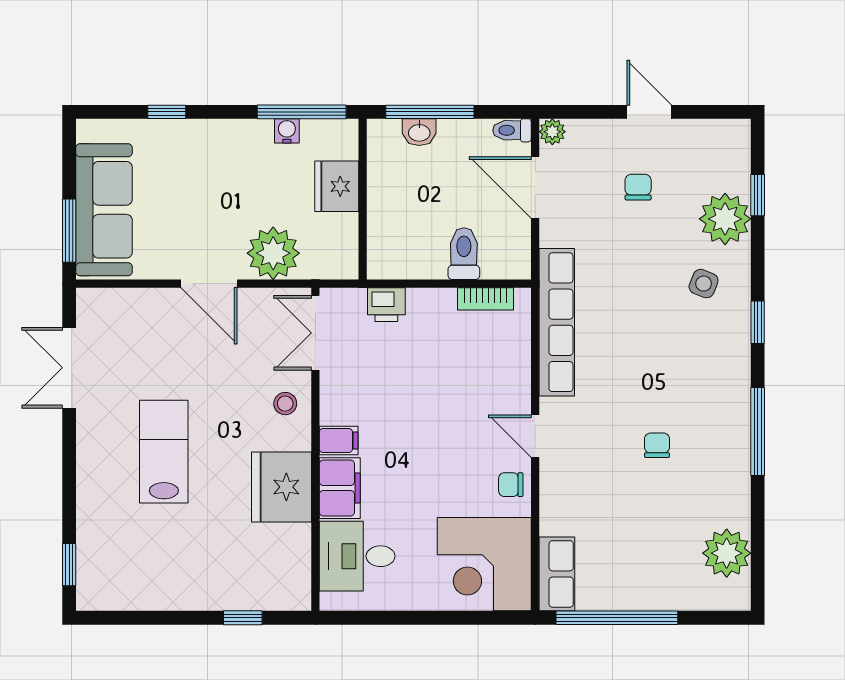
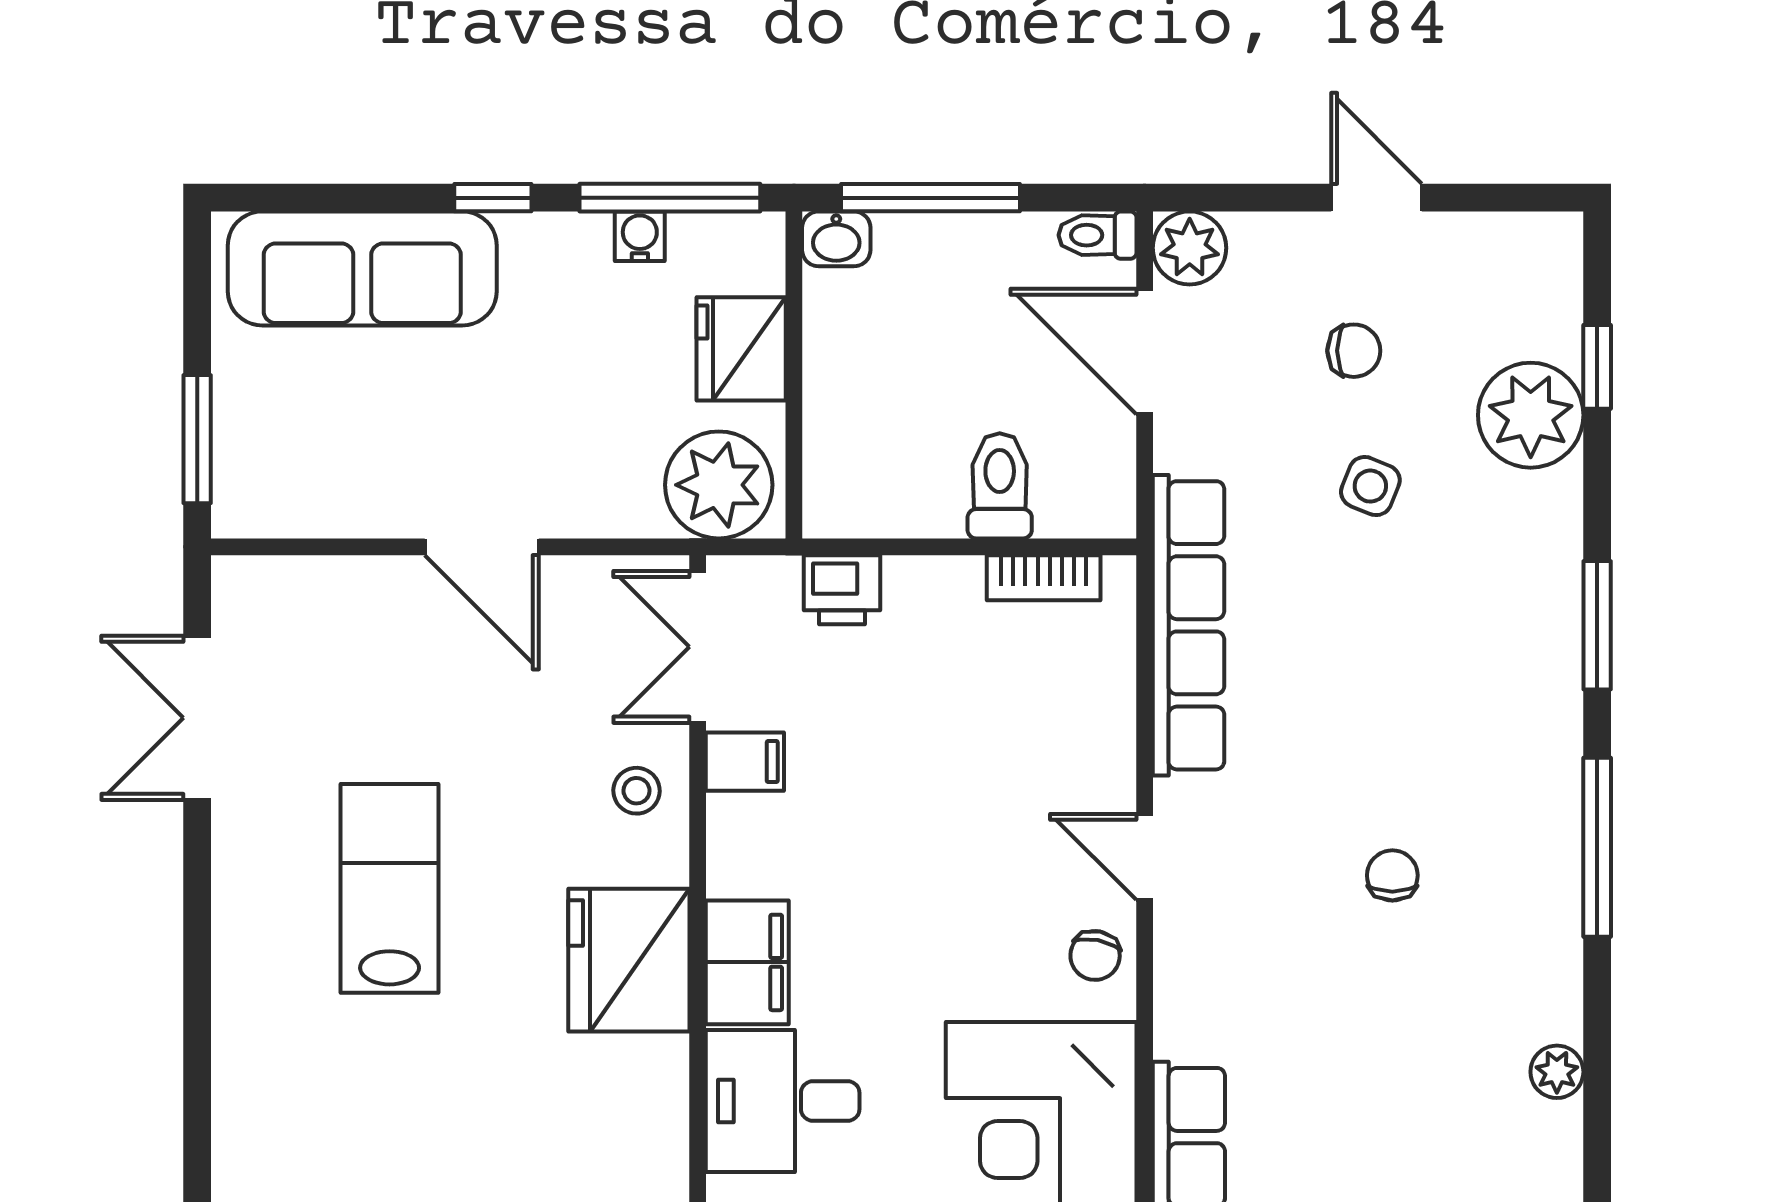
window: (167, 112) -> (493, 198), moved
washbasin: (419, 132) -> (836, 239), moved
plant: (552, 132) -> (1190, 248), width x1.38, depth x1.38
chair: (638, 187) -> (1354, 351), turned 90
sofa: (104, 210) -> (362, 268), moved, turned 90
plant: (273, 253) -> (719, 485), moved
side table: (704, 284) -> (1370, 486), moved
window: (758, 322) -> (1597, 625), width x1.50
filing cabinet: (339, 440) -> (745, 762), moved
chair: (511, 485) -> (1095, 955), turned -79
plant: (727, 553) -> (1557, 1072), width x0.53, depth x0.53
window: (69, 565) -> (197, 1118), removed

